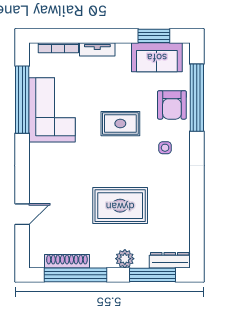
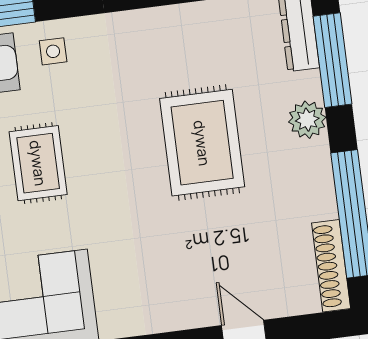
side table: (165, 148) -> (53, 51), moved
shoe rack: (67, 261) -> (331, 266), moved

